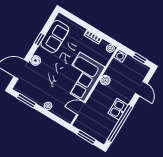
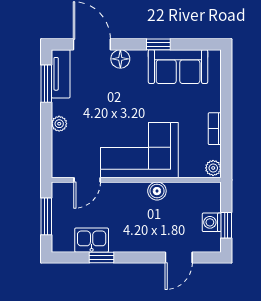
washing machine: (120, 55) -> (212, 222), moved
tv unit: (26, 91) -> (61, 74), added
door: (81, 109) -> (87, 180), swing flipped
kitchen sink: (118, 109) -> (92, 240), moved
window: (120, 123) -> (102, 257), width x0.32

